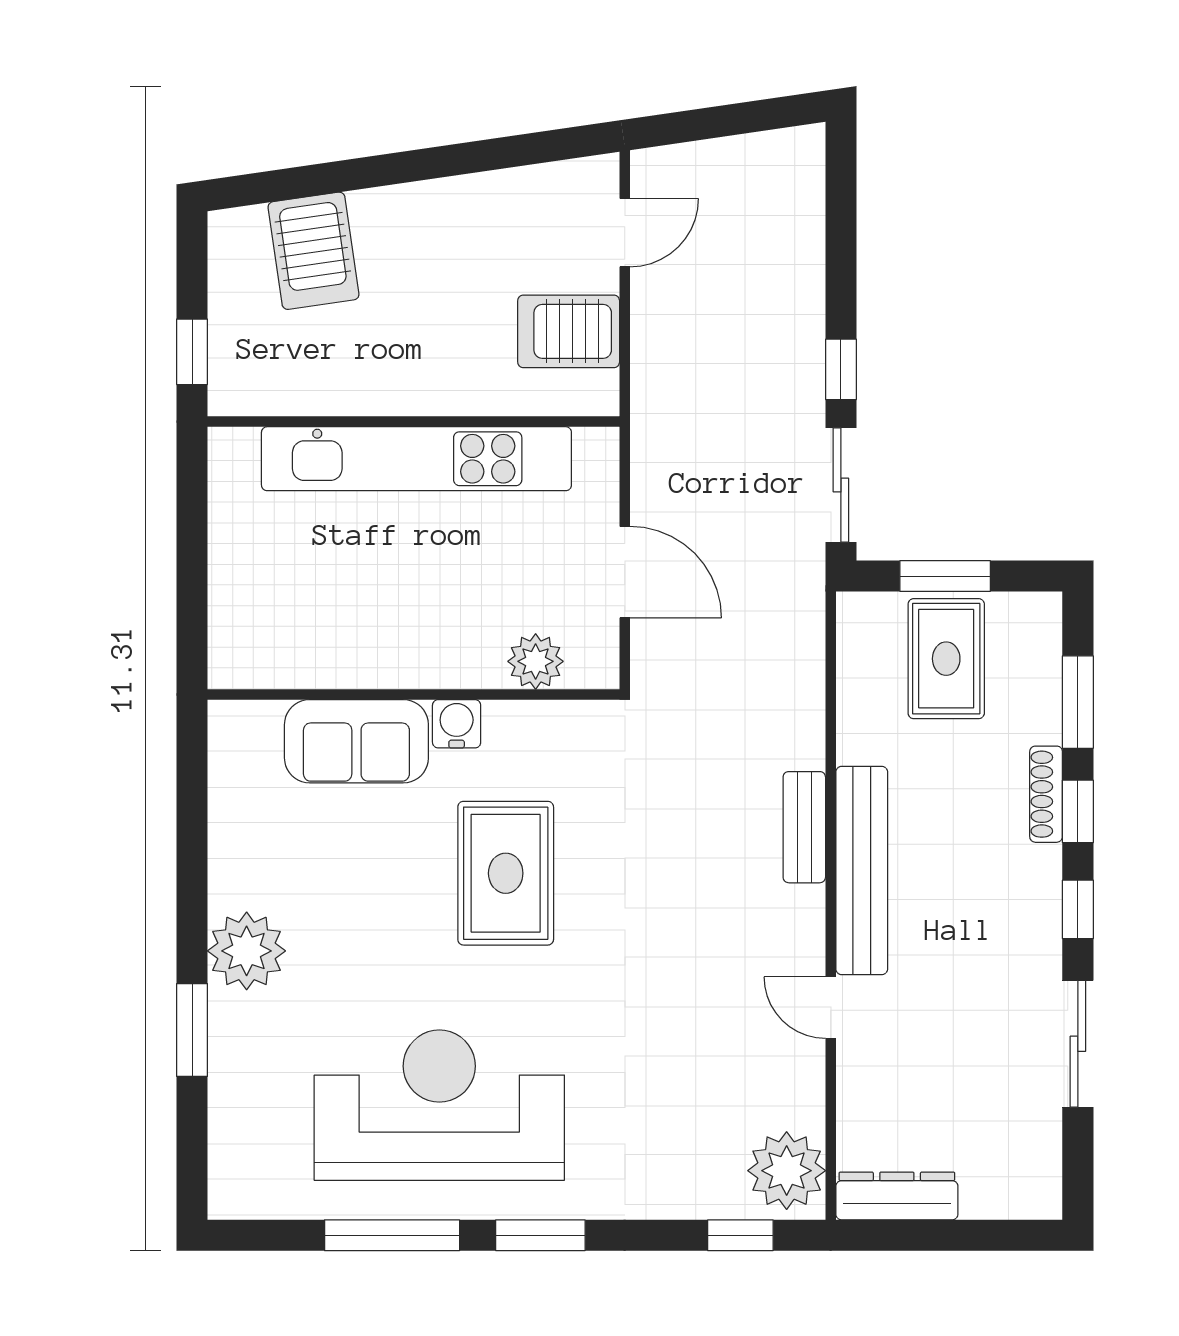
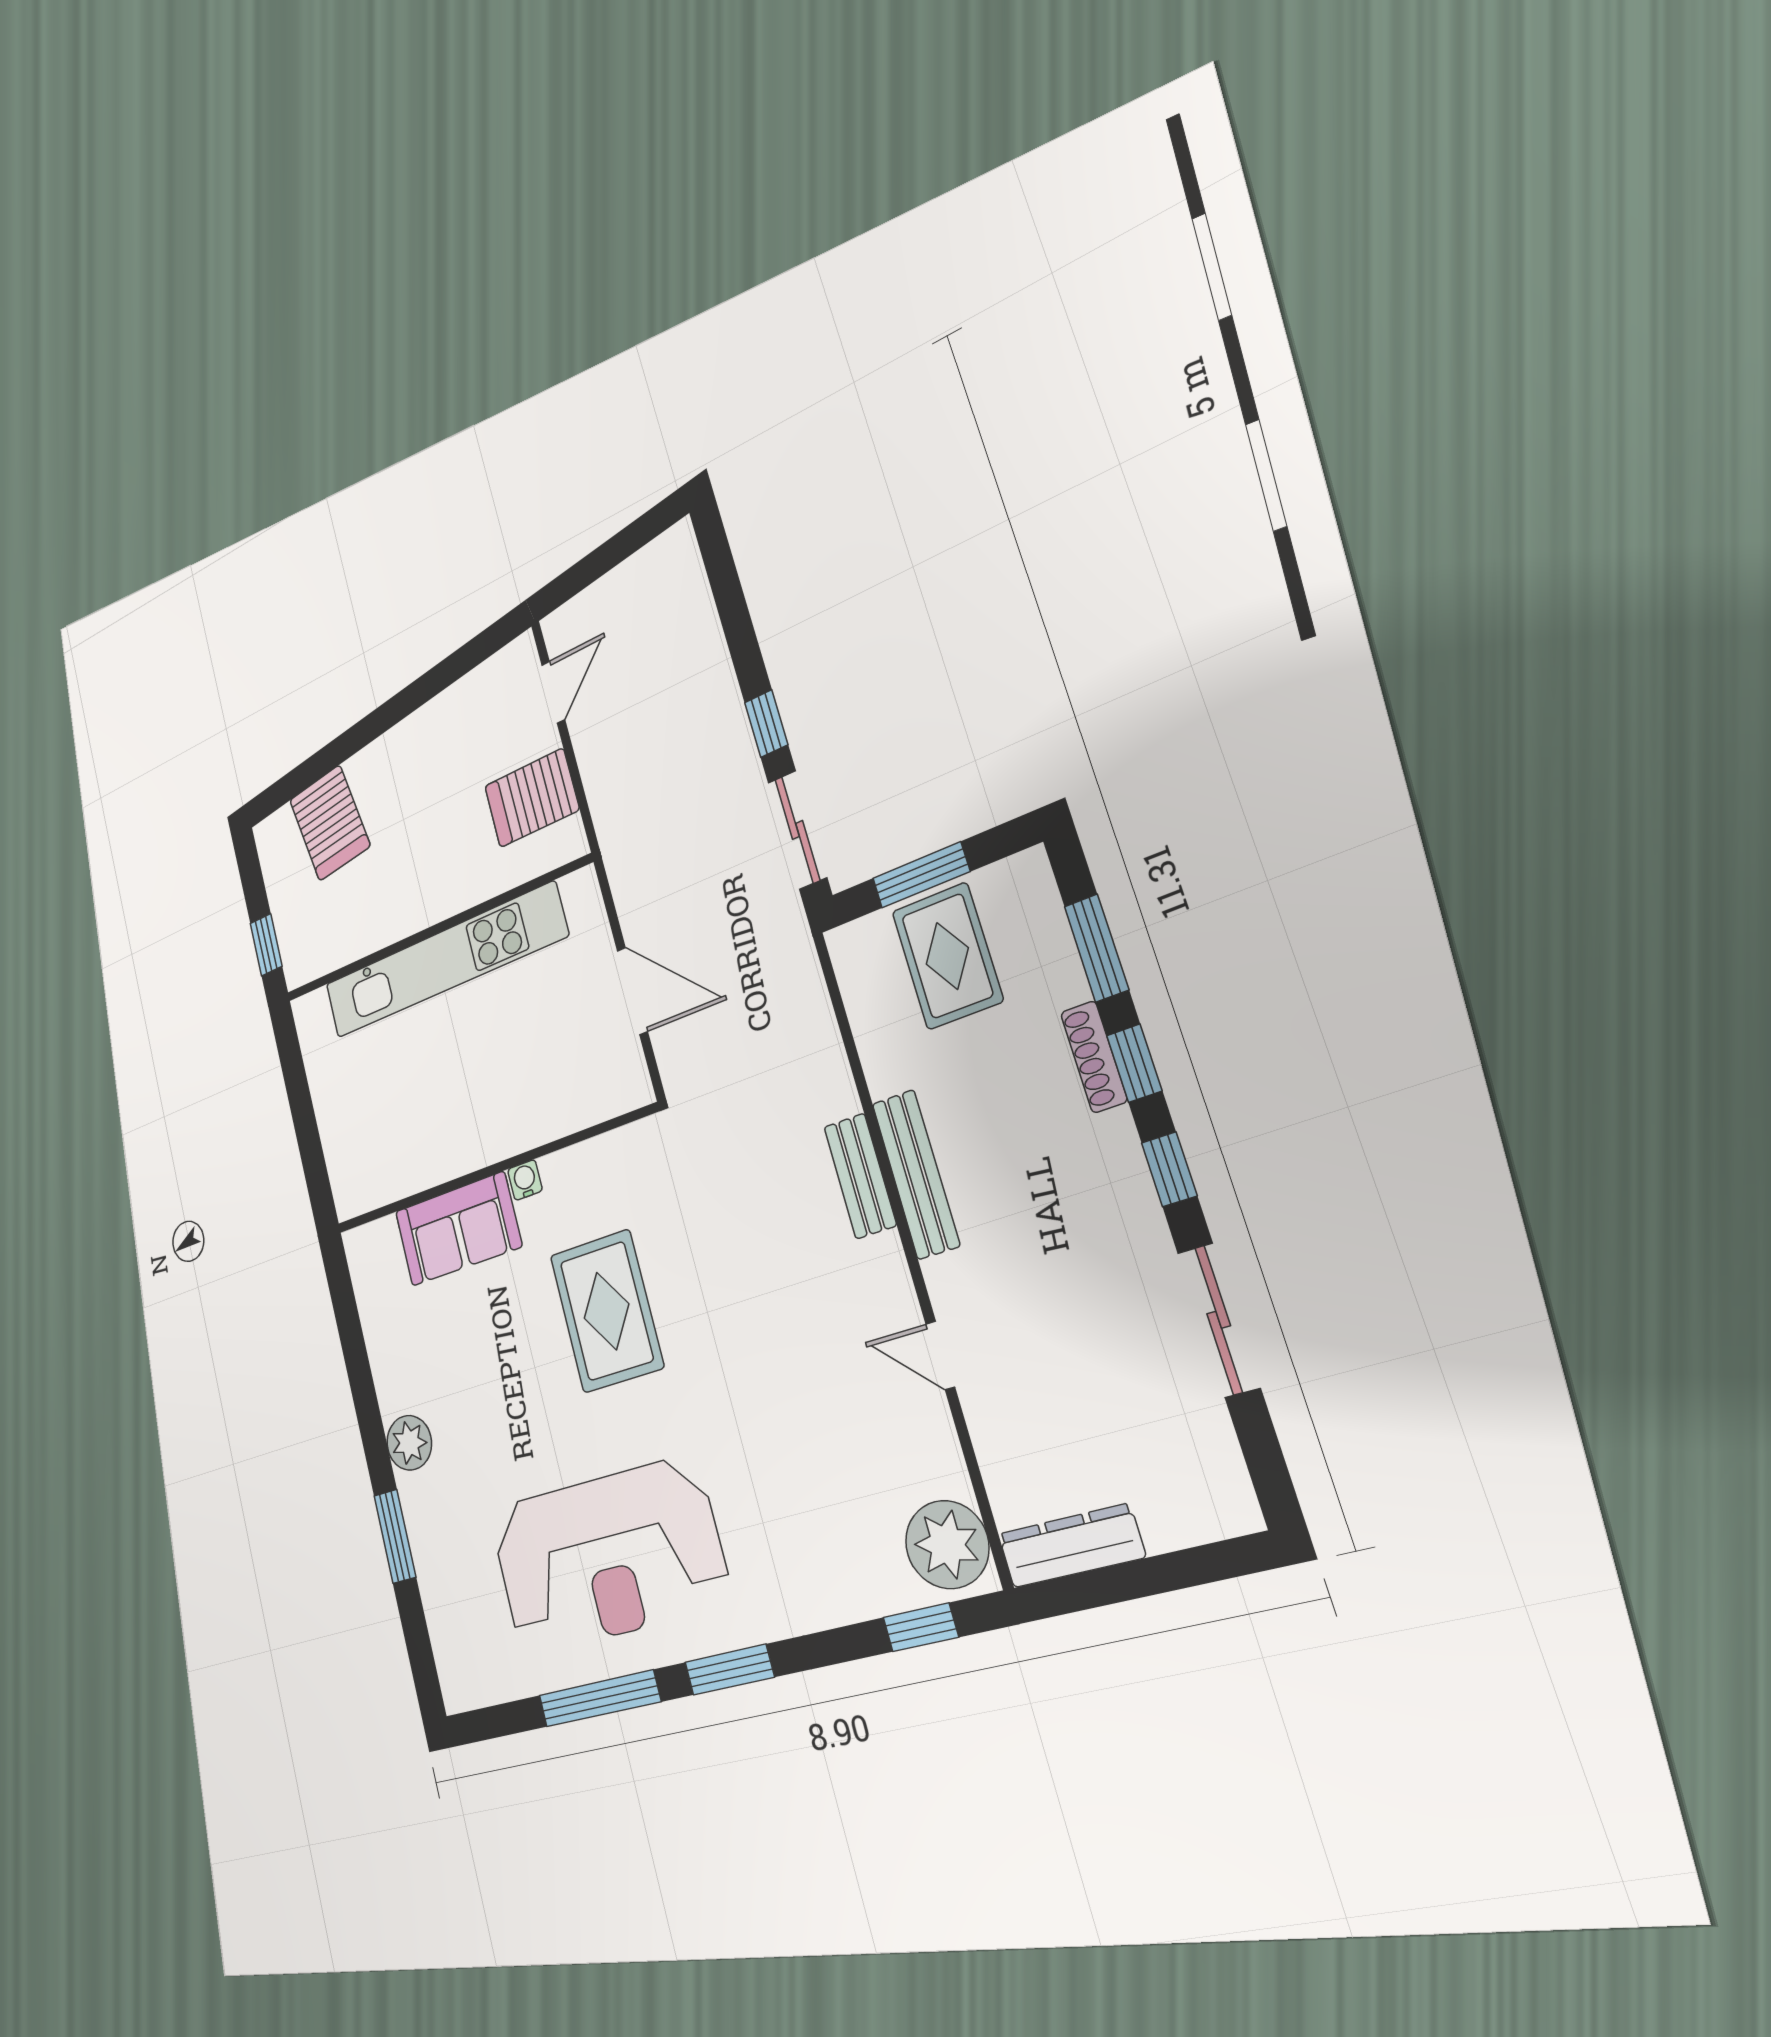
plant: (536, 661) -> (581, 1103), removed
water cooler: (457, 724) -> (525, 1180), width x0.72, depth x0.72
bench: (862, 870) -> (916, 1174), width x0.73, depth x0.82
plant: (247, 951) -> (409, 1443), width x0.73, depth x0.73
reception desk: (439, 1105) -> (607, 1556), turned 180

